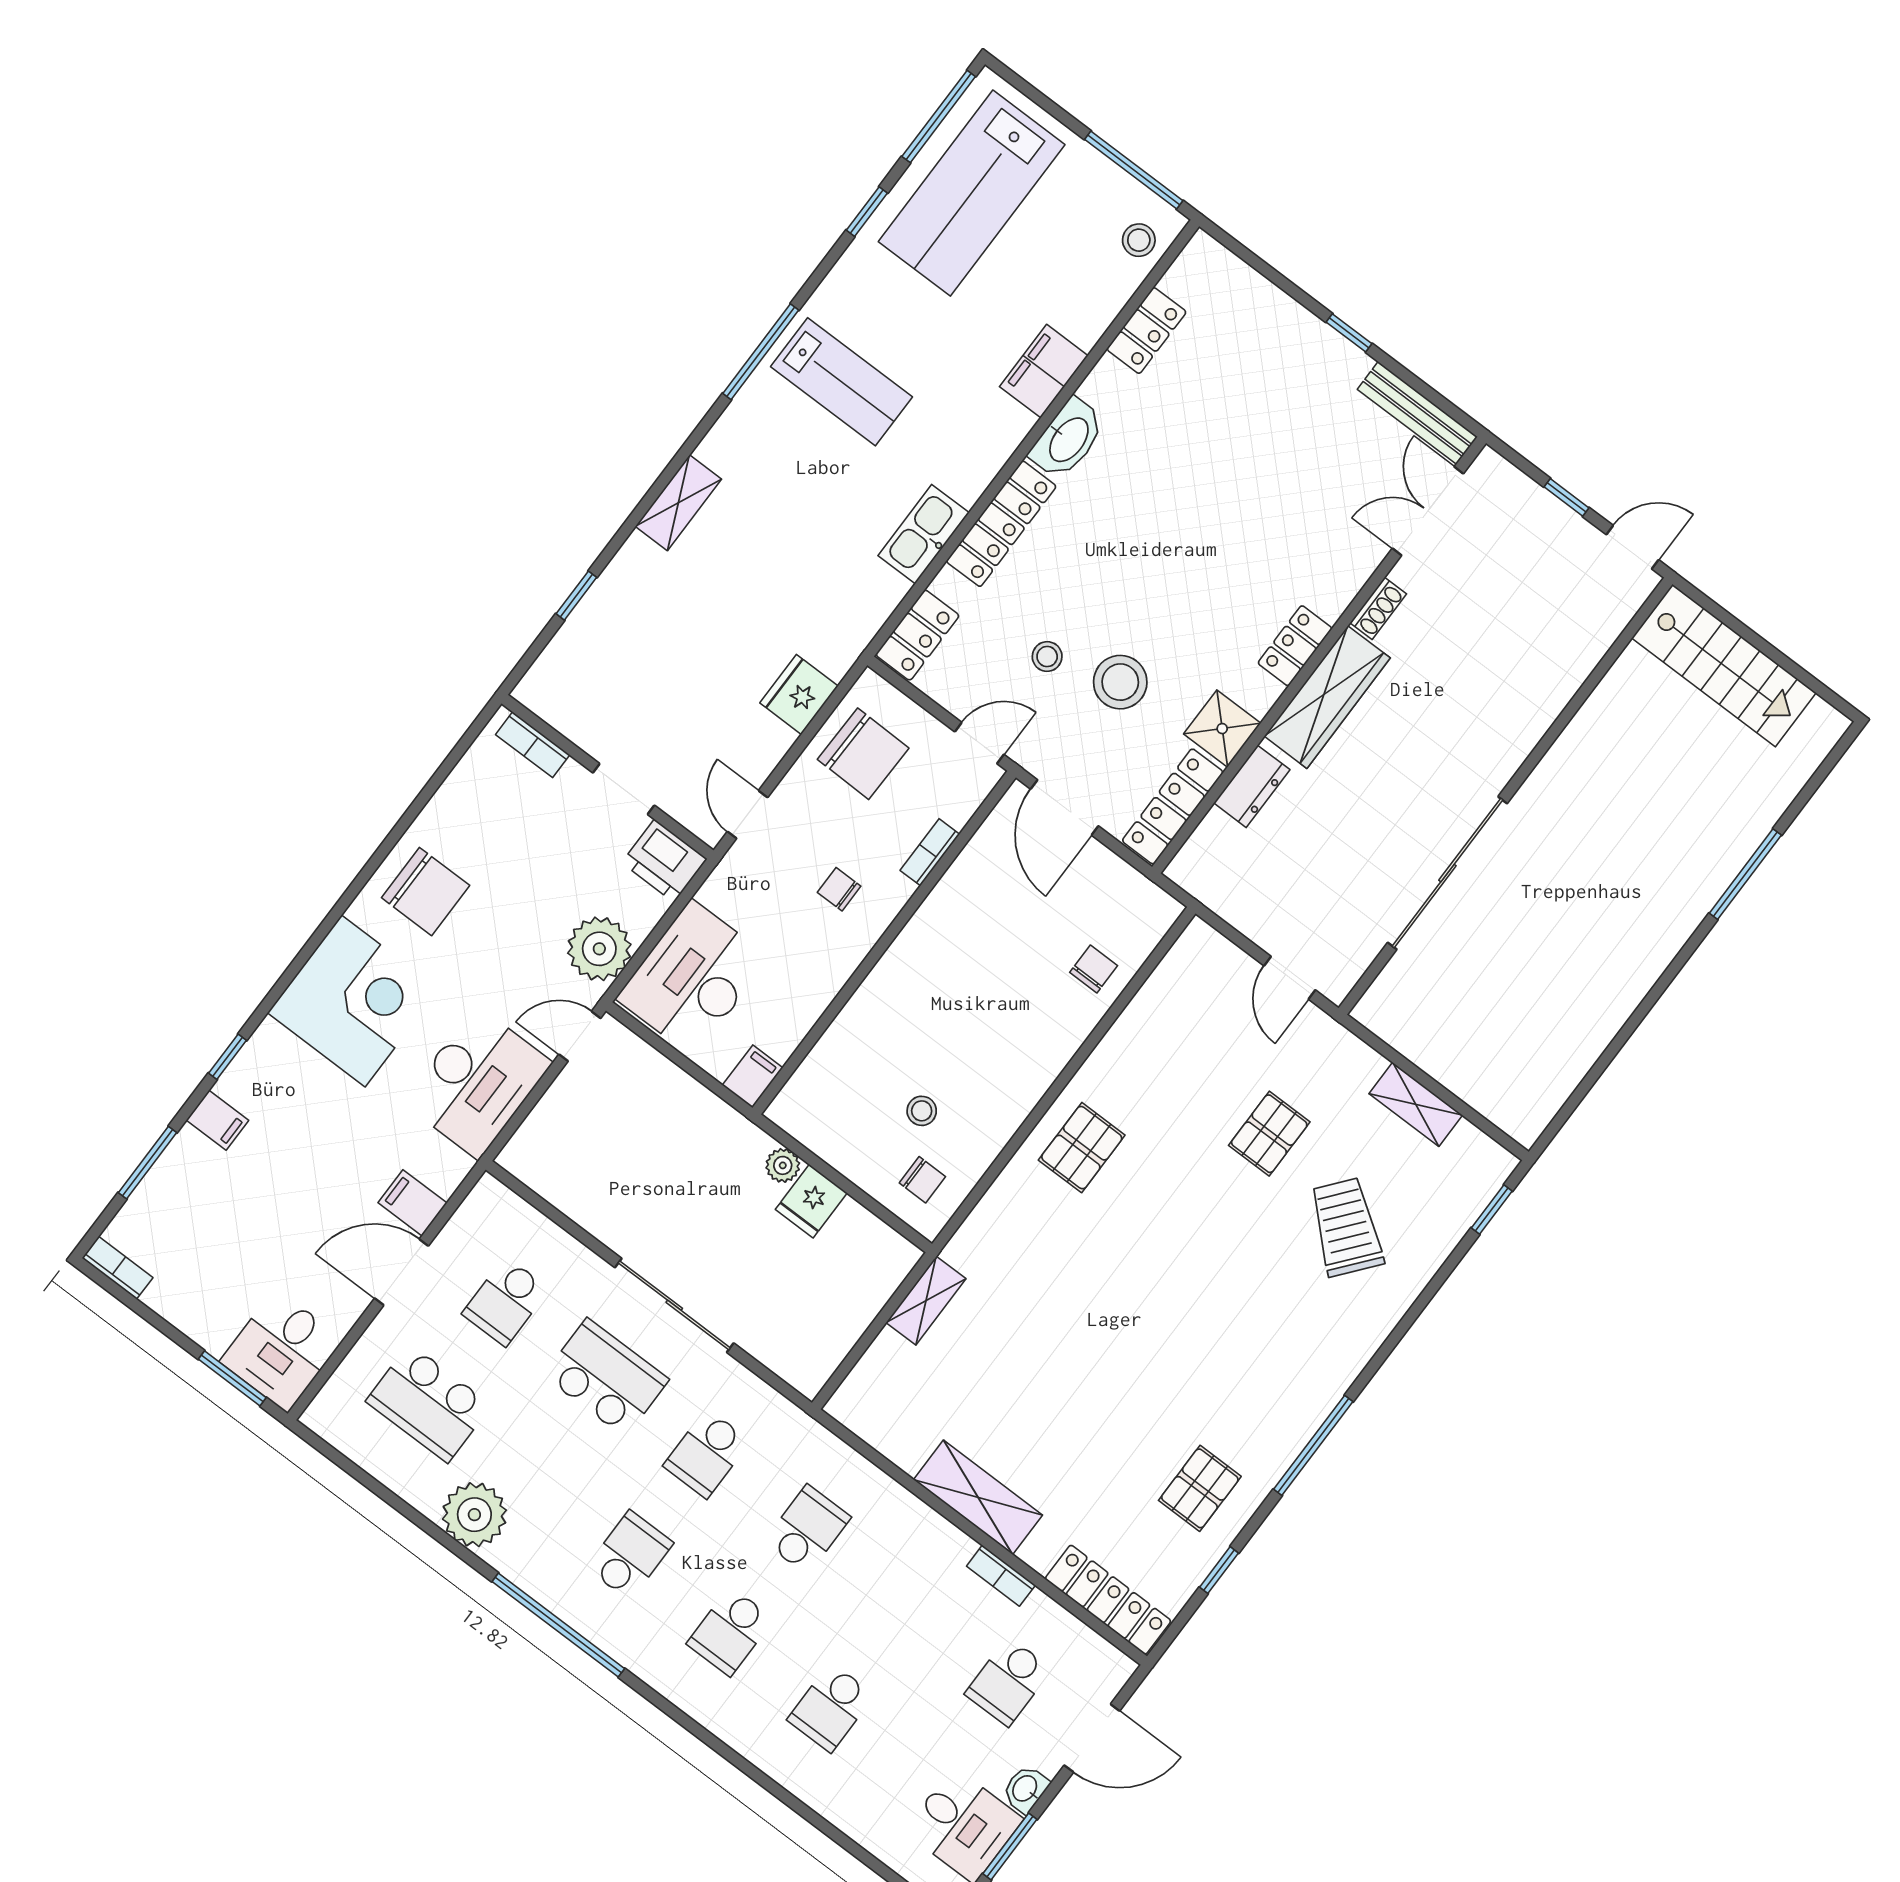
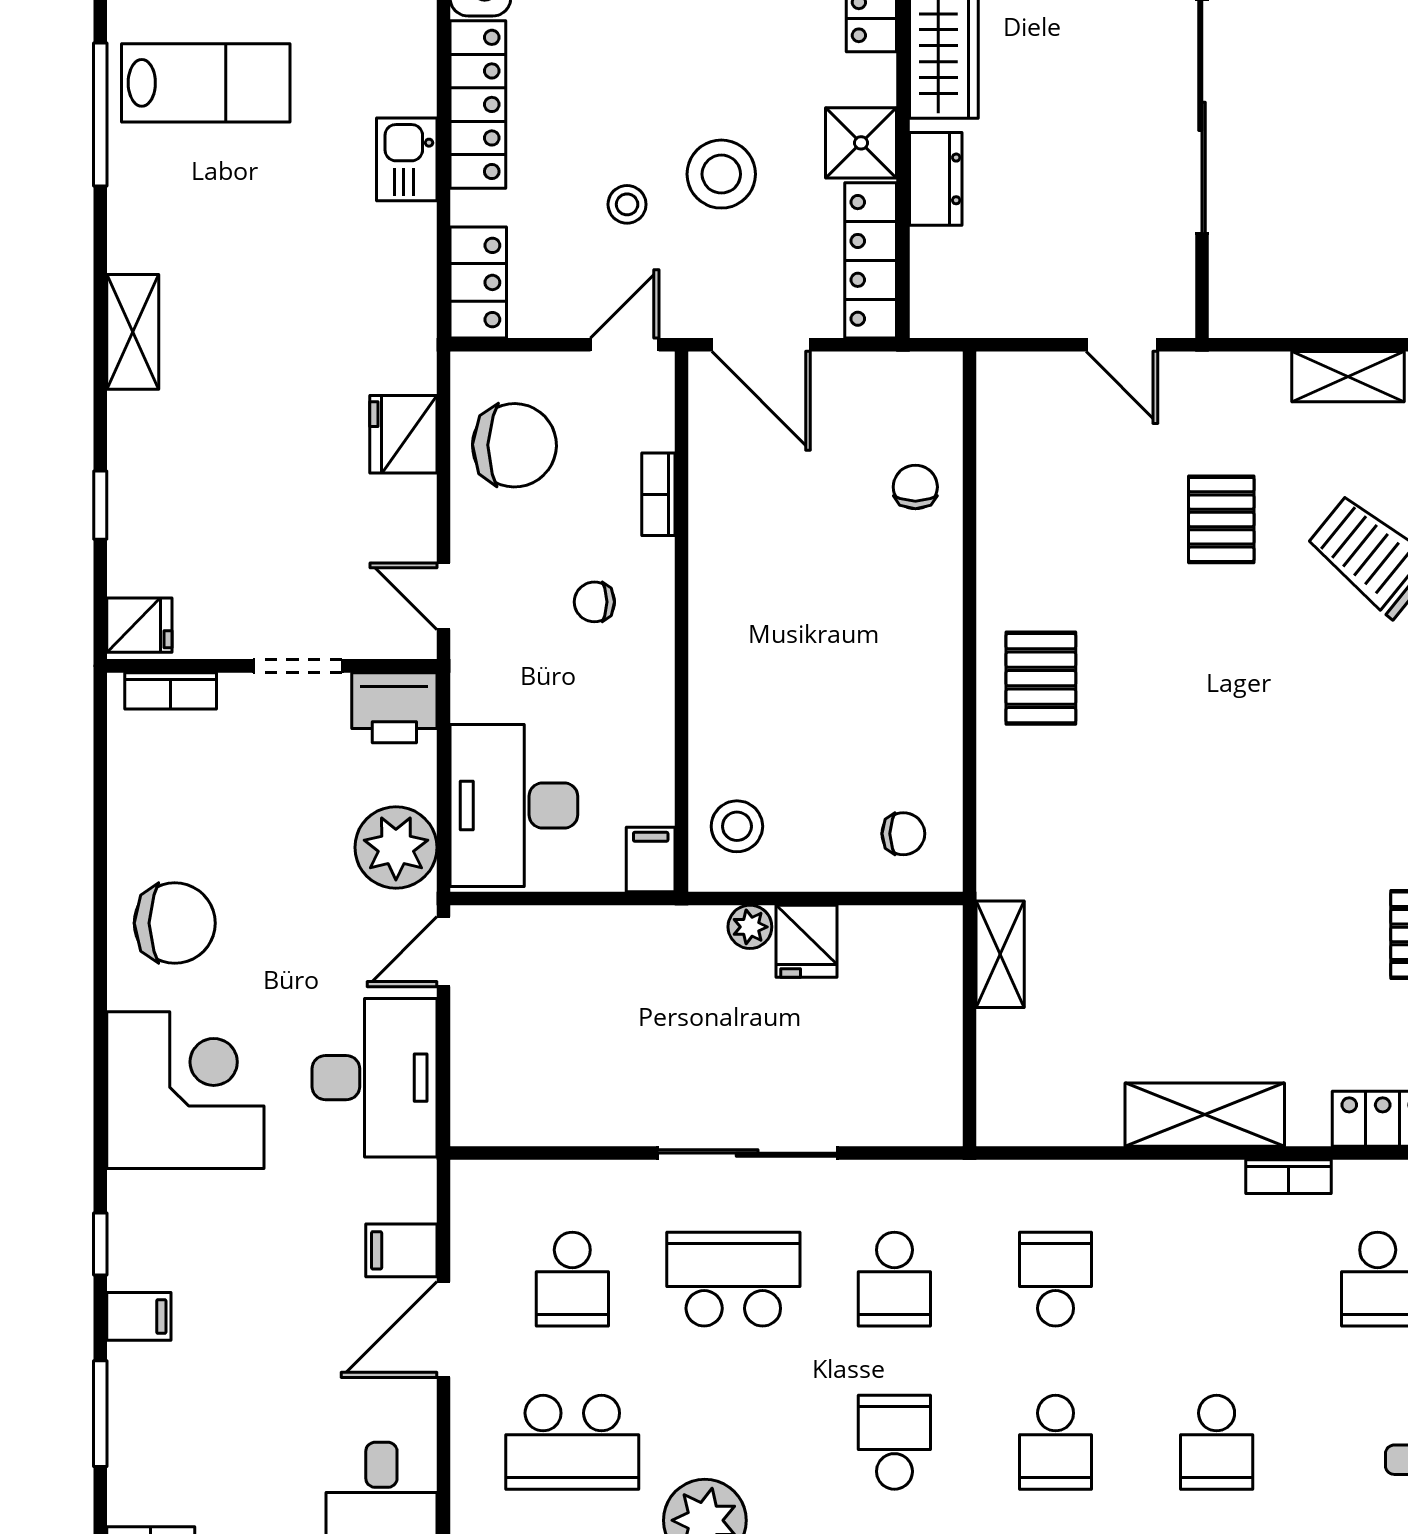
kitchen sink: (924, 534) -> (407, 159), width x0.73
fridge: (544, 689) -> (139, 625), added
stool: (922, 1111) -> (737, 826), moved, width x1.37, depth x1.37

